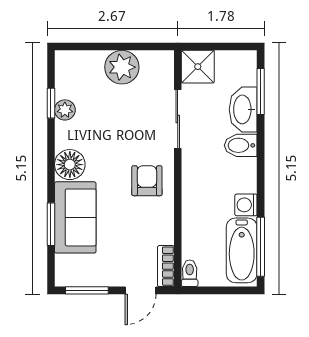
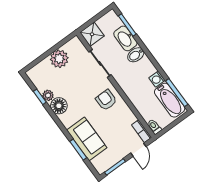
floor lamp: (70, 165) -> (59, 106), moved

